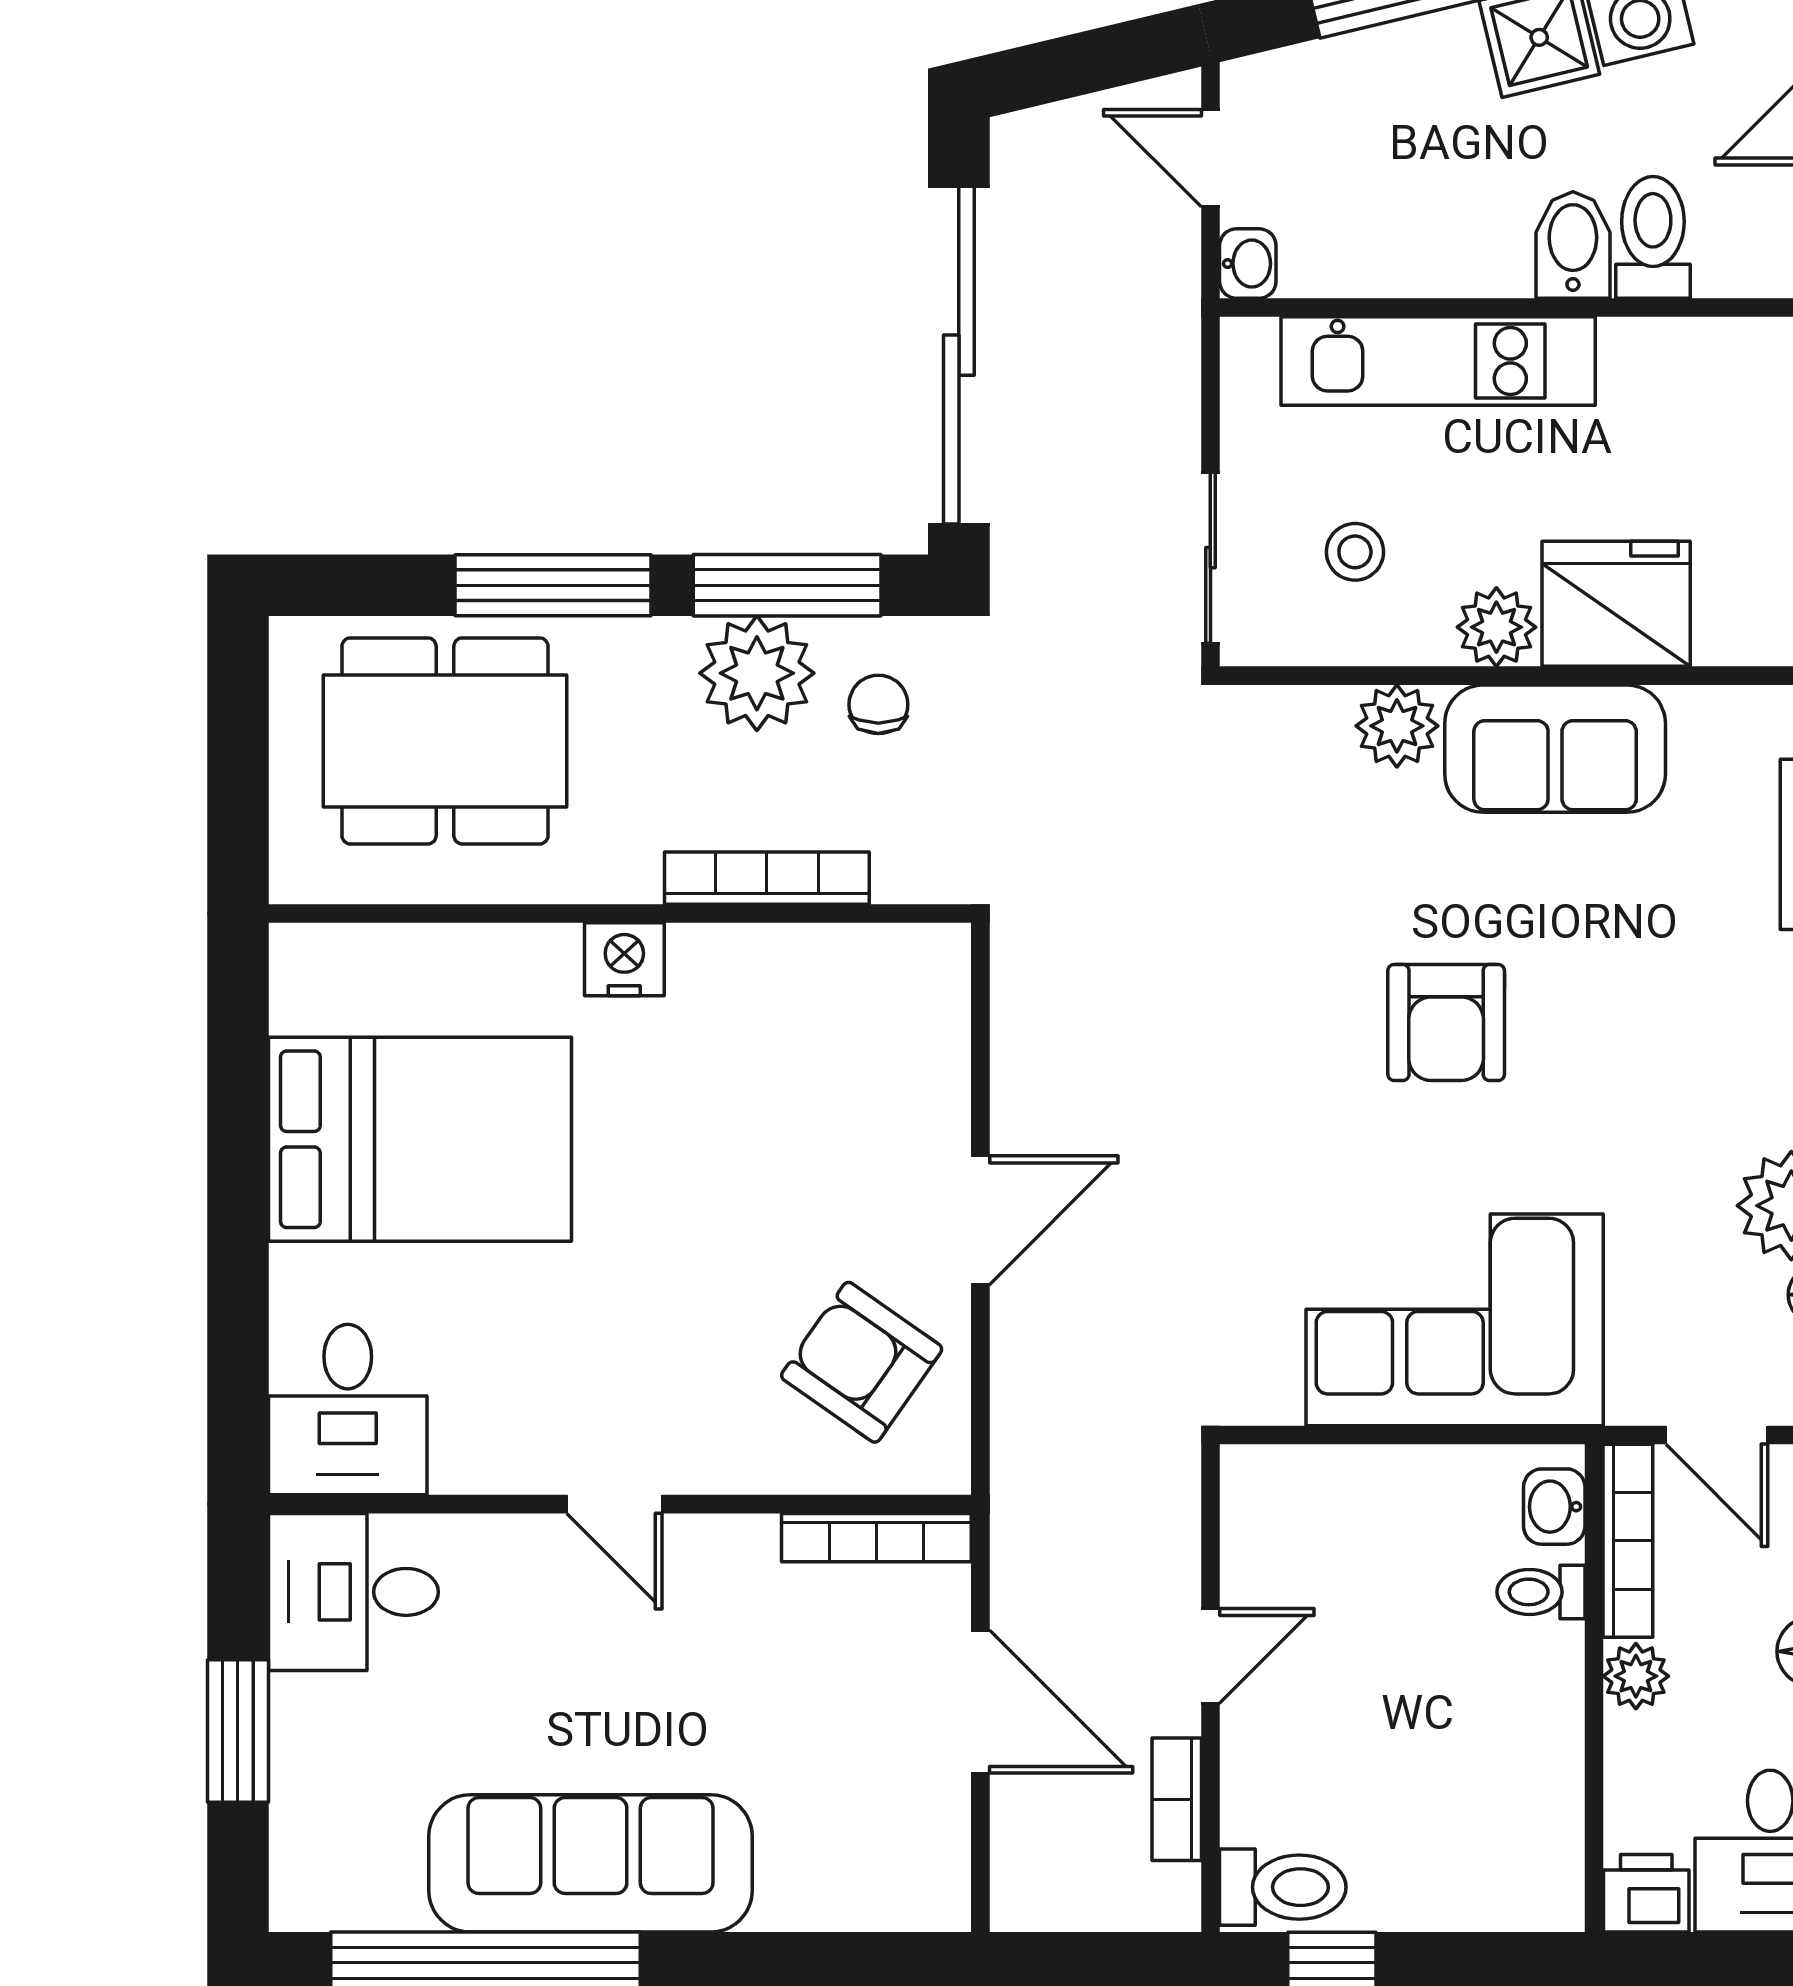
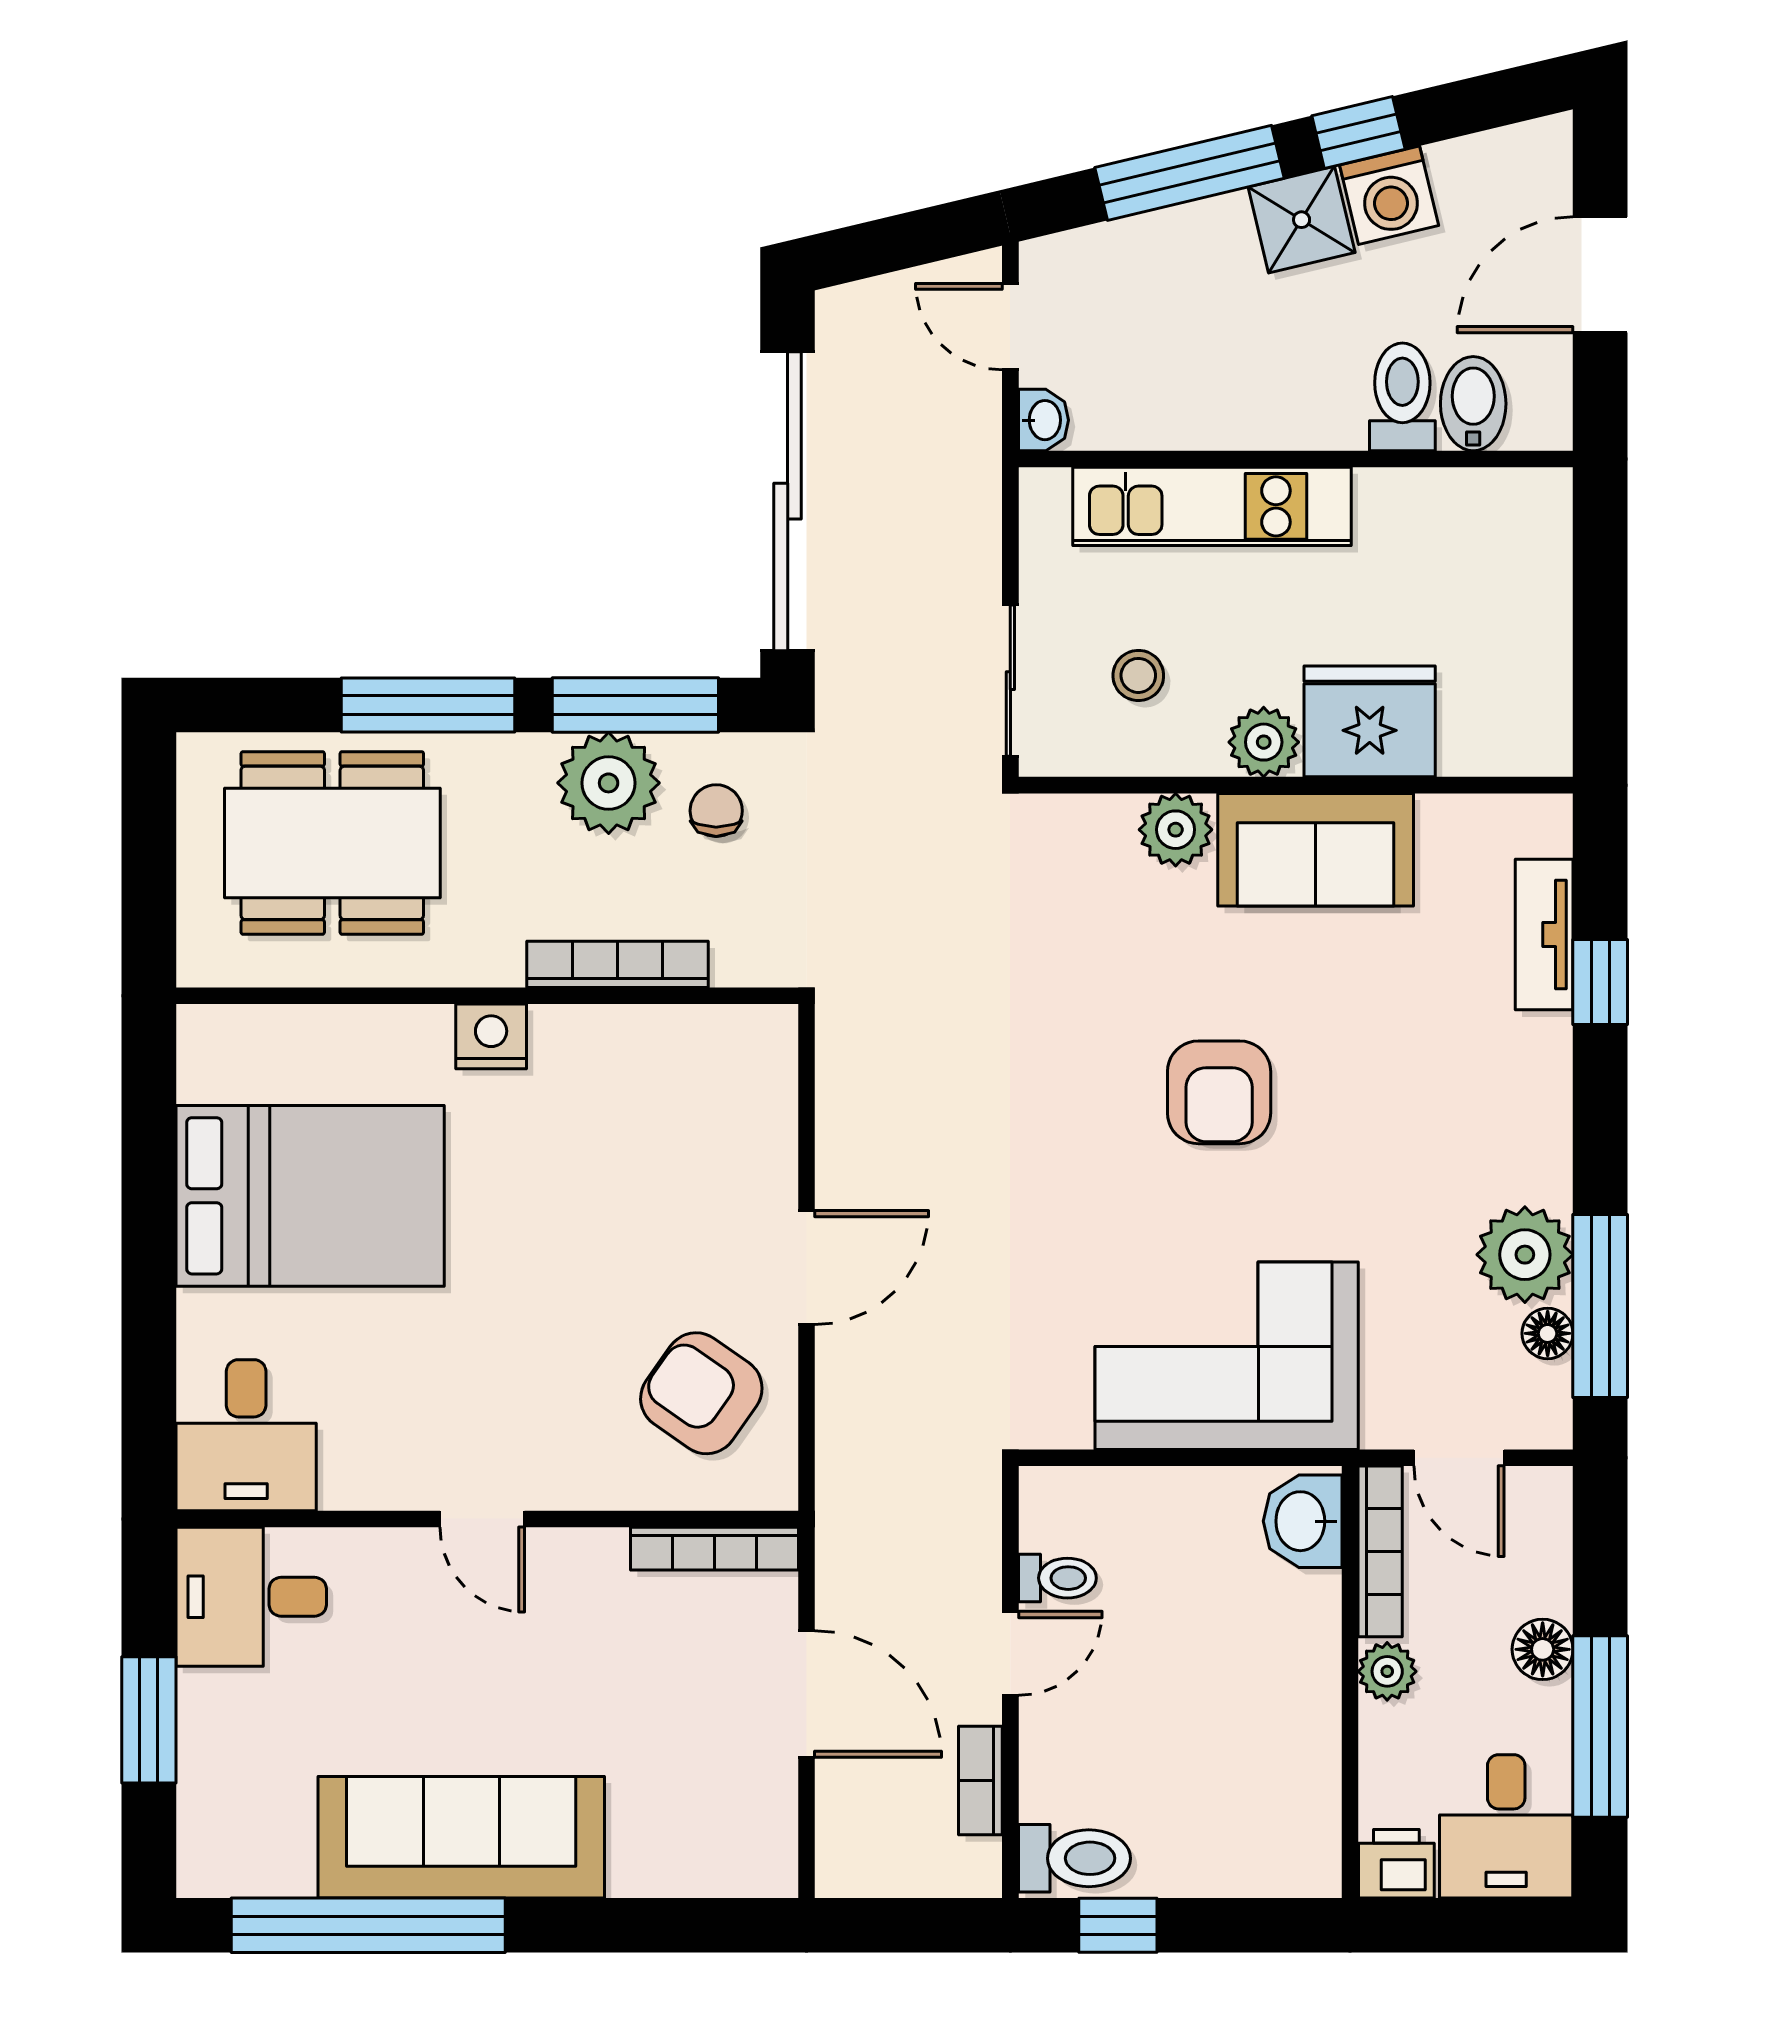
bidet: (1573, 245) -> (1473, 404), moved
washbasin: (1554, 1507) -> (1303, 1521), width x1.38, depth x1.45
toilet: (1541, 1592) -> (1057, 1578), moved, turned 180

